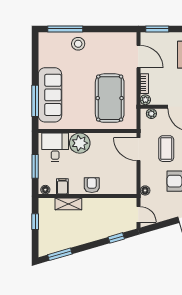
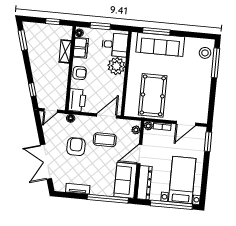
stool: (78, 44) -> (205, 53), moved
pool table: (110, 98) -> (153, 95), turned 90
printer: (124, 185) -> (77, 100), added
filing cabinet: (62, 186) -> (81, 48), width x2.00

